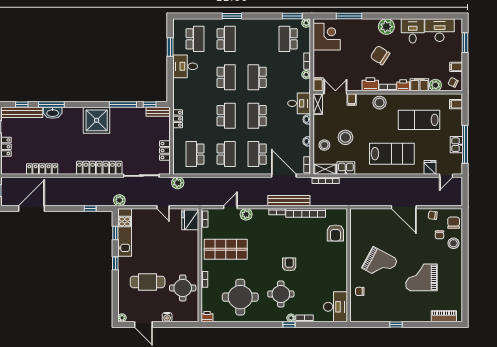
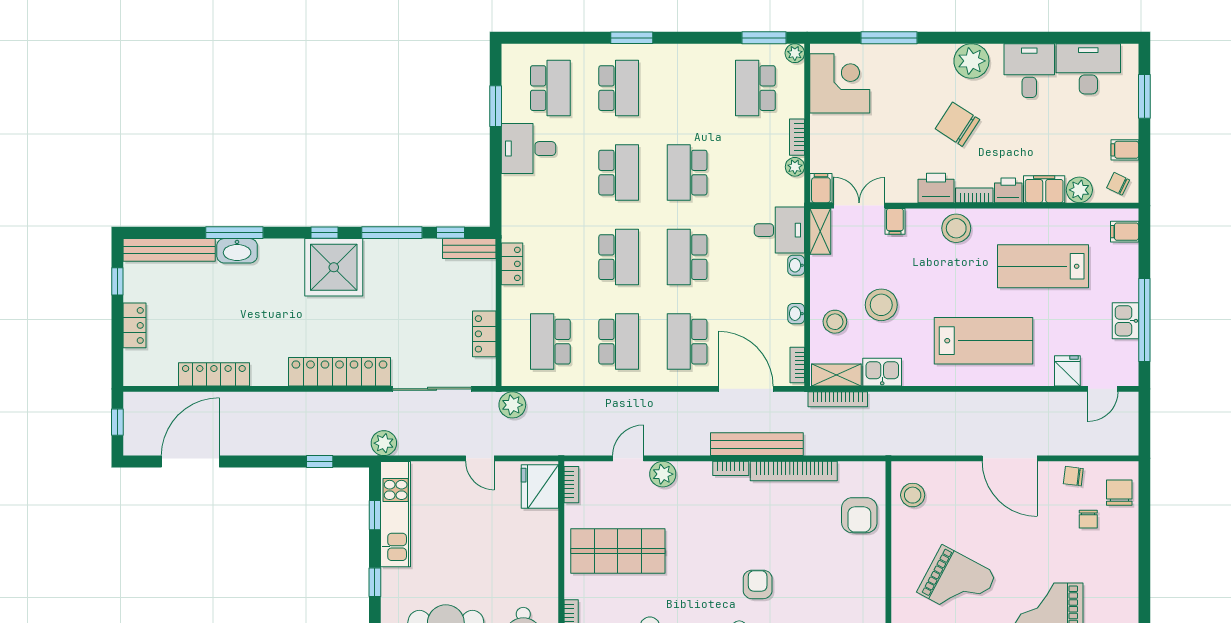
window: (22, 105) -> (325, 233), moved
stool: (453, 243) -> (913, 495), moved

